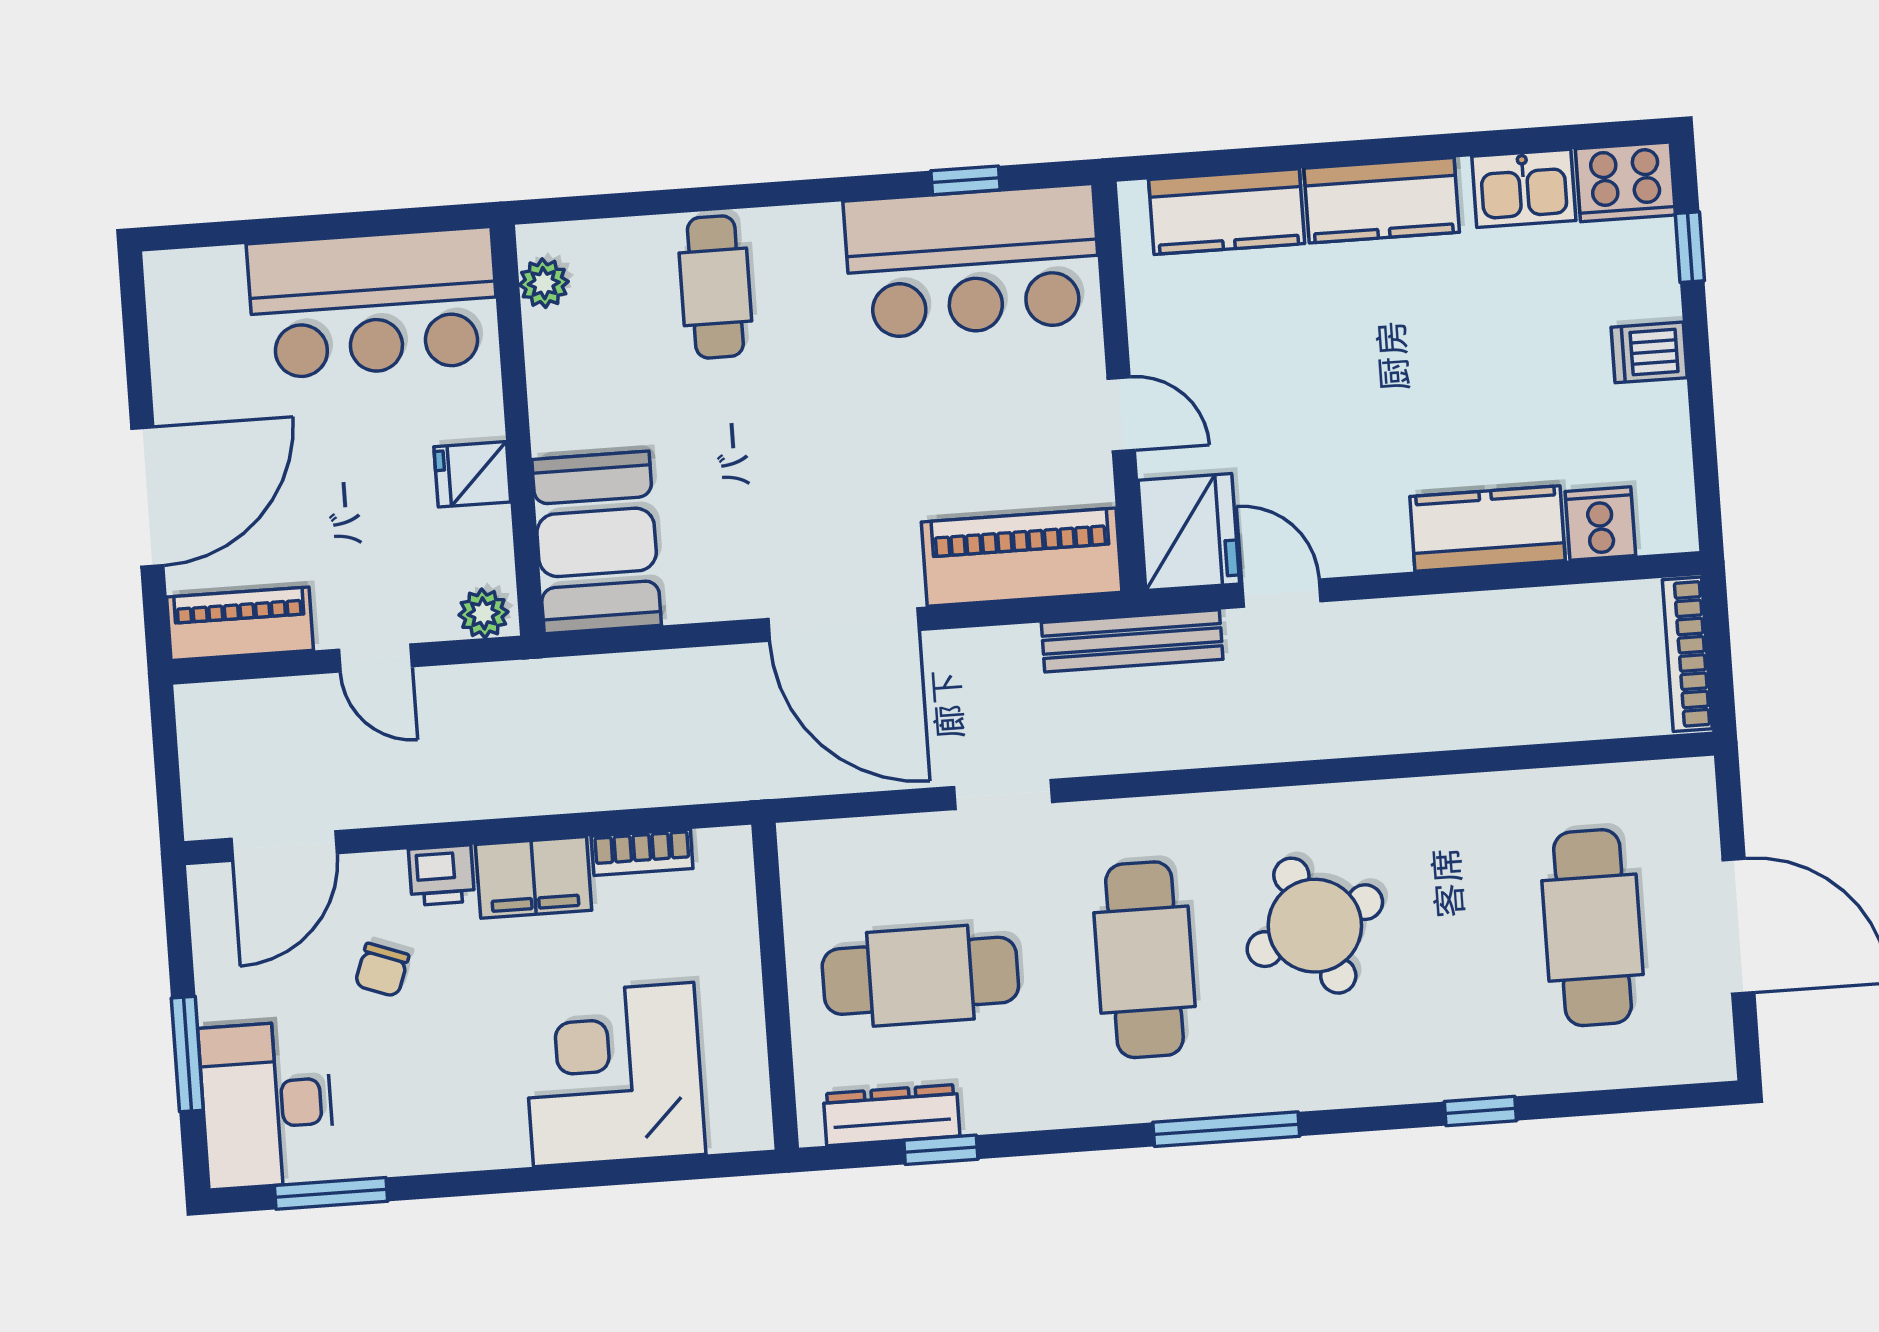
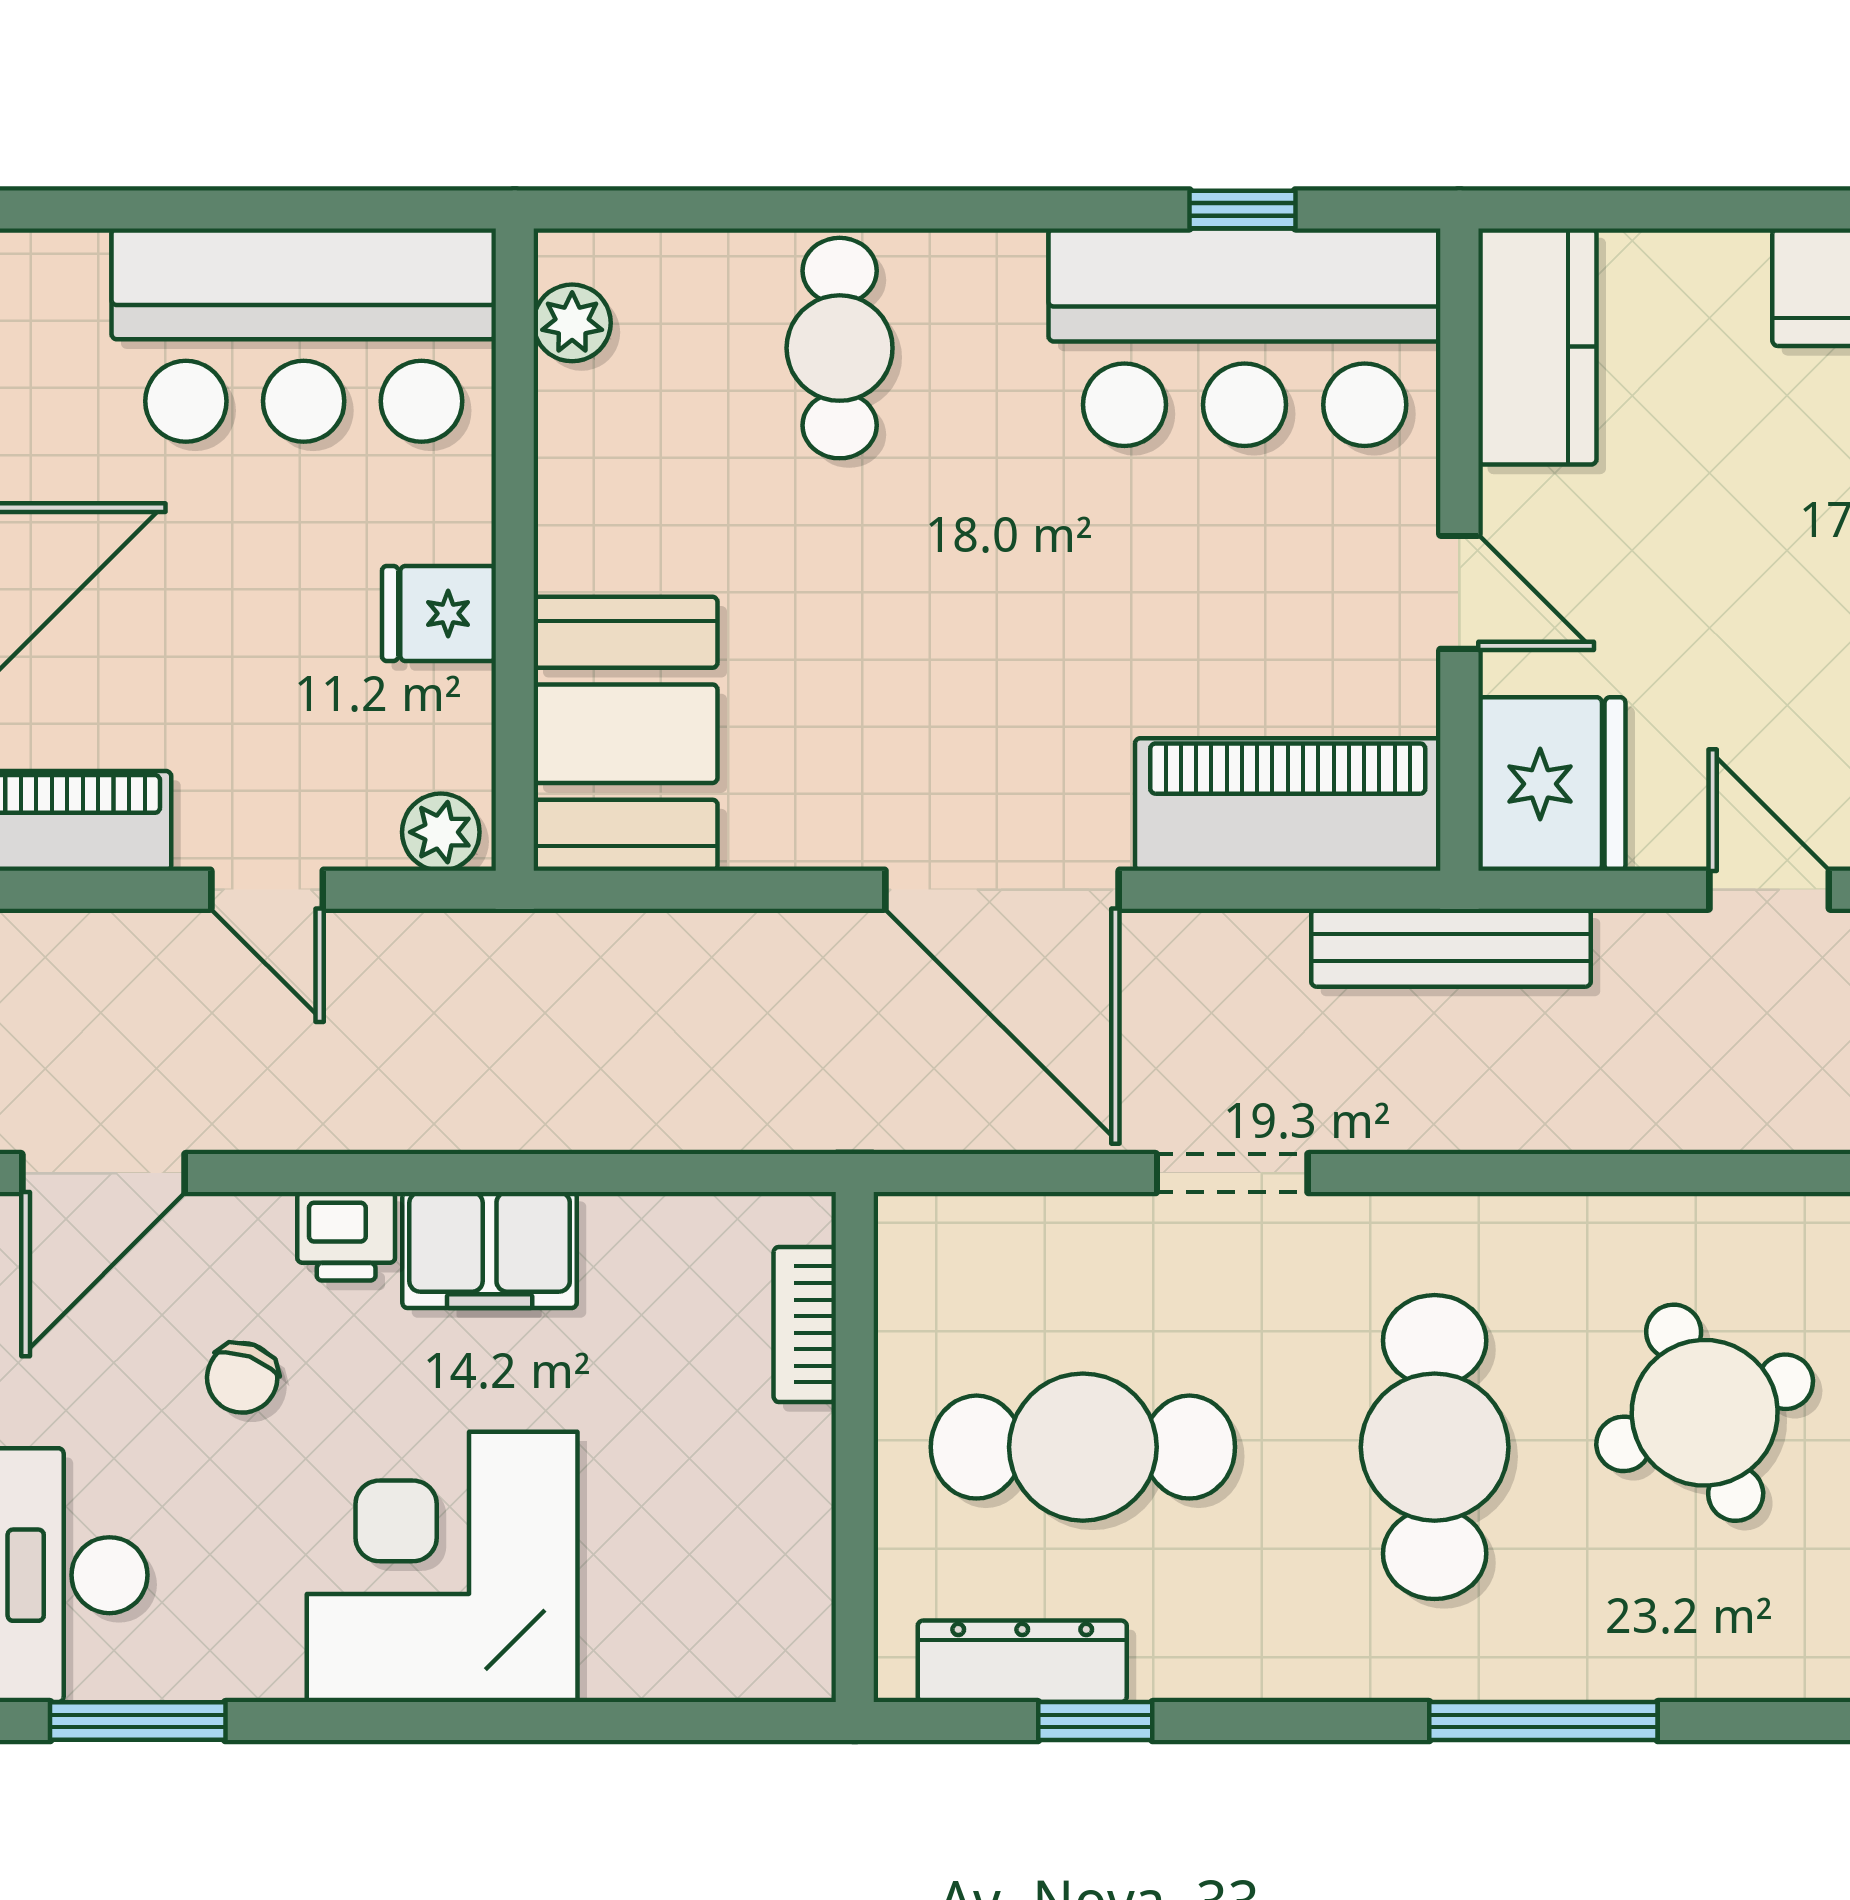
kitchen counter: (1227, 212) -> (1537, 346), moved, turned -90
door: (1281, 593) -> (1769, 890), moved
bookcase: (642, 852) -> (805, 1324), moved, turned 90
corner desk: (614, 1074) -> (442, 1567), moved

